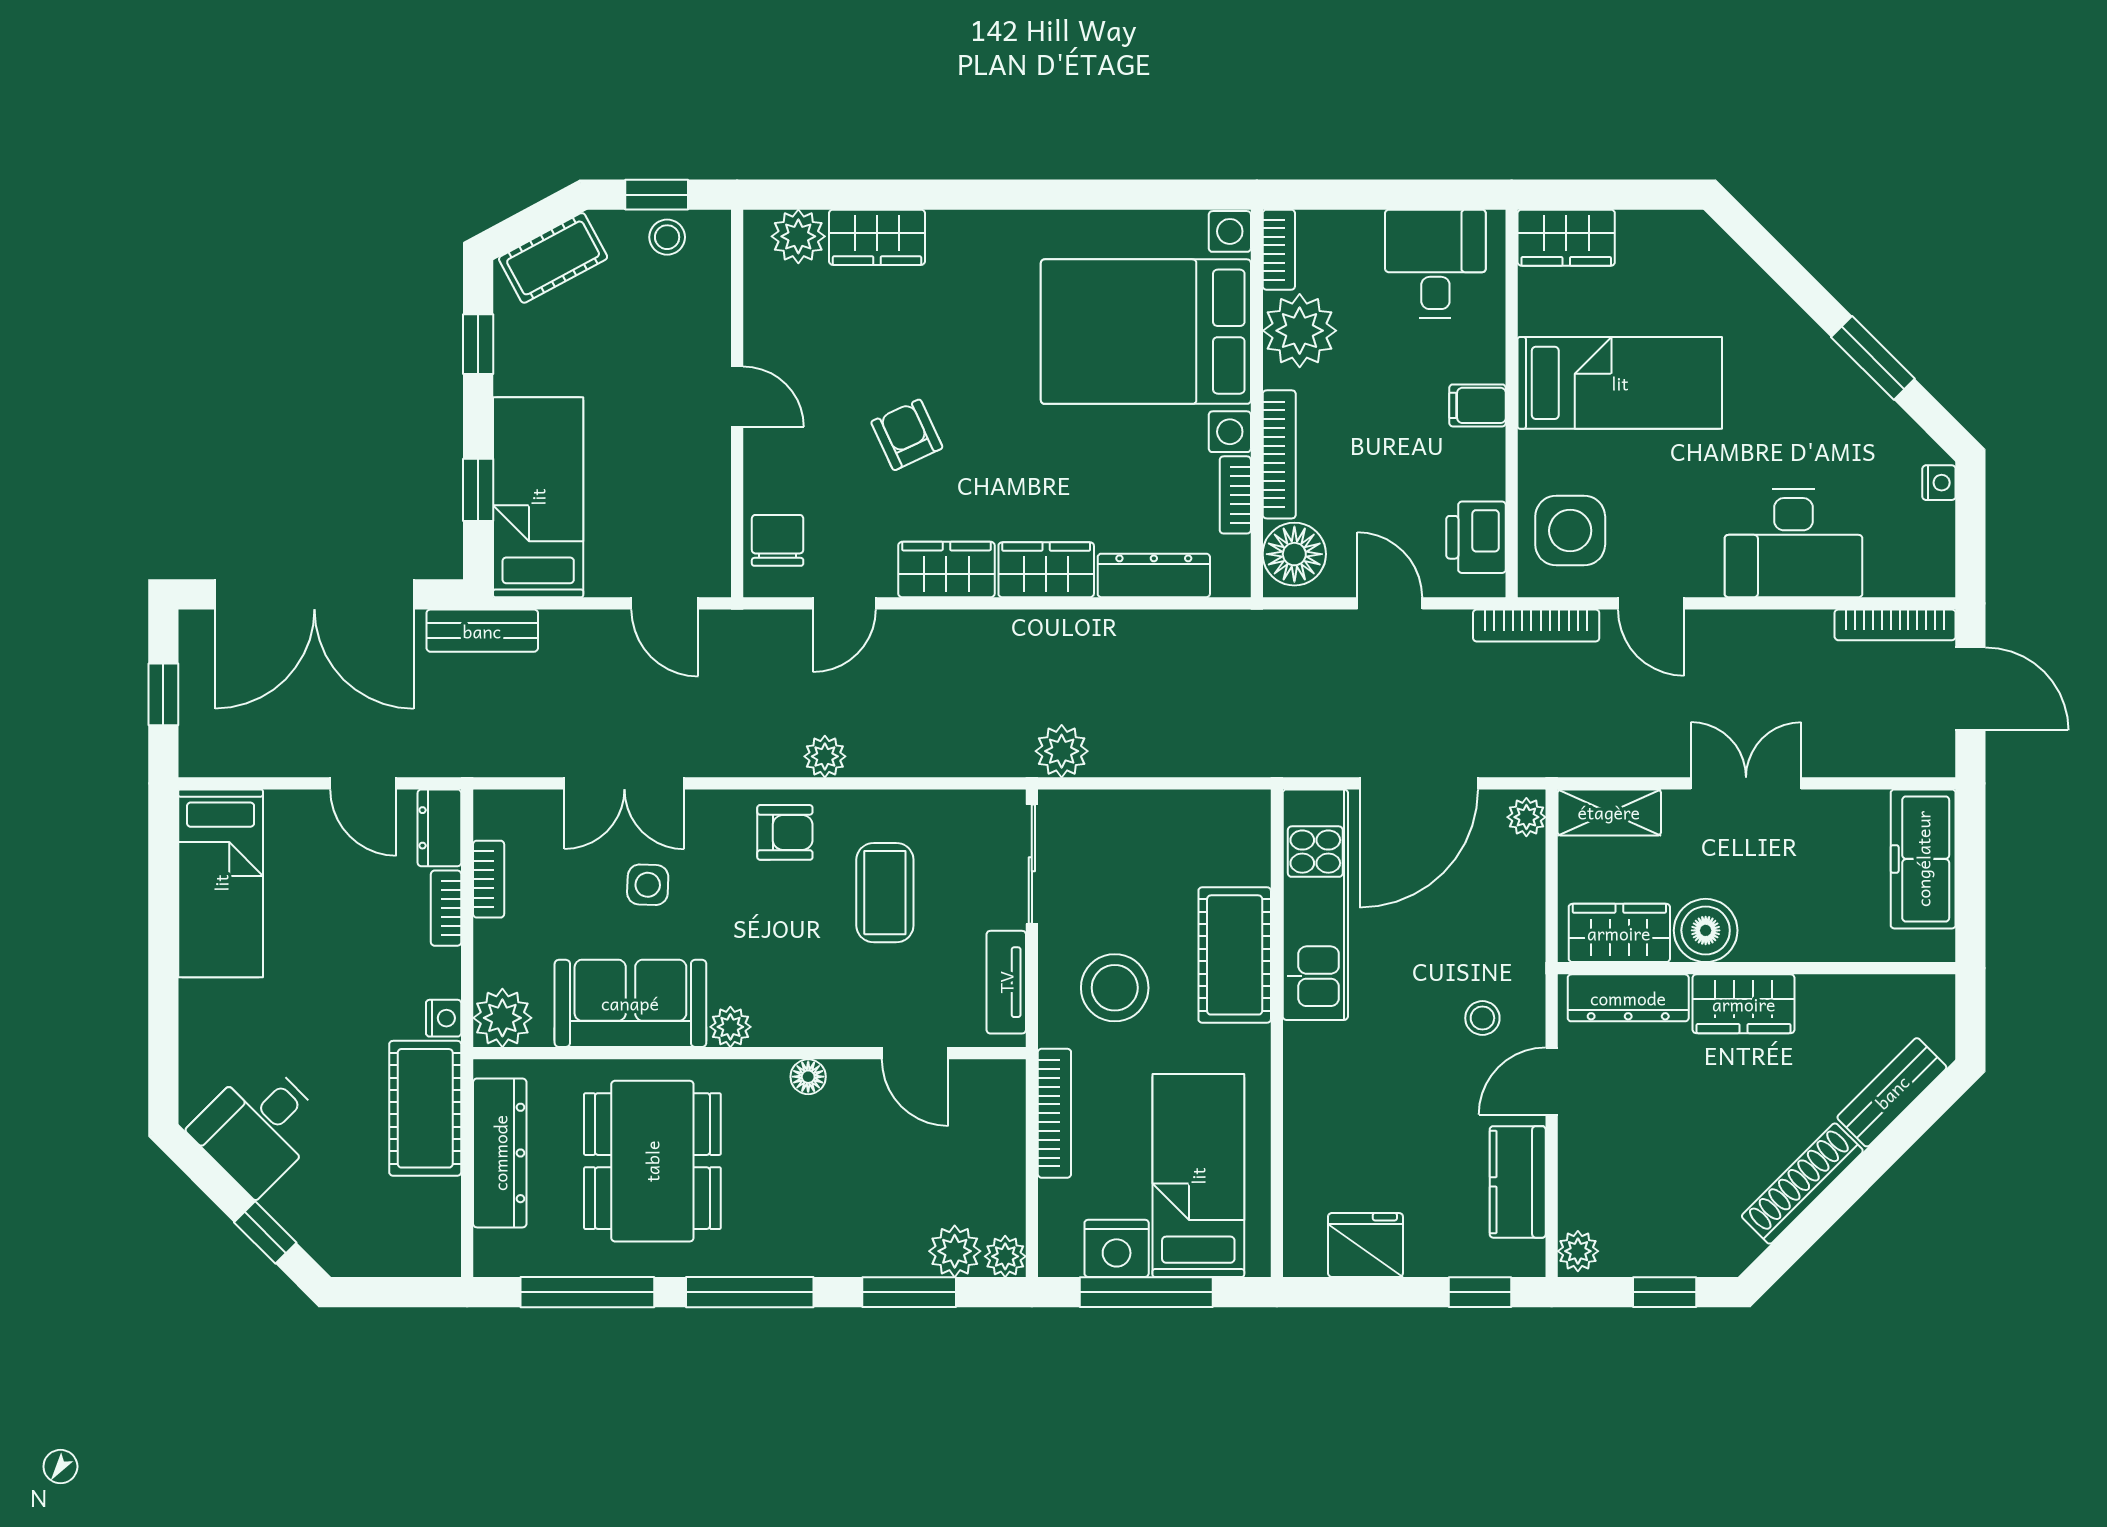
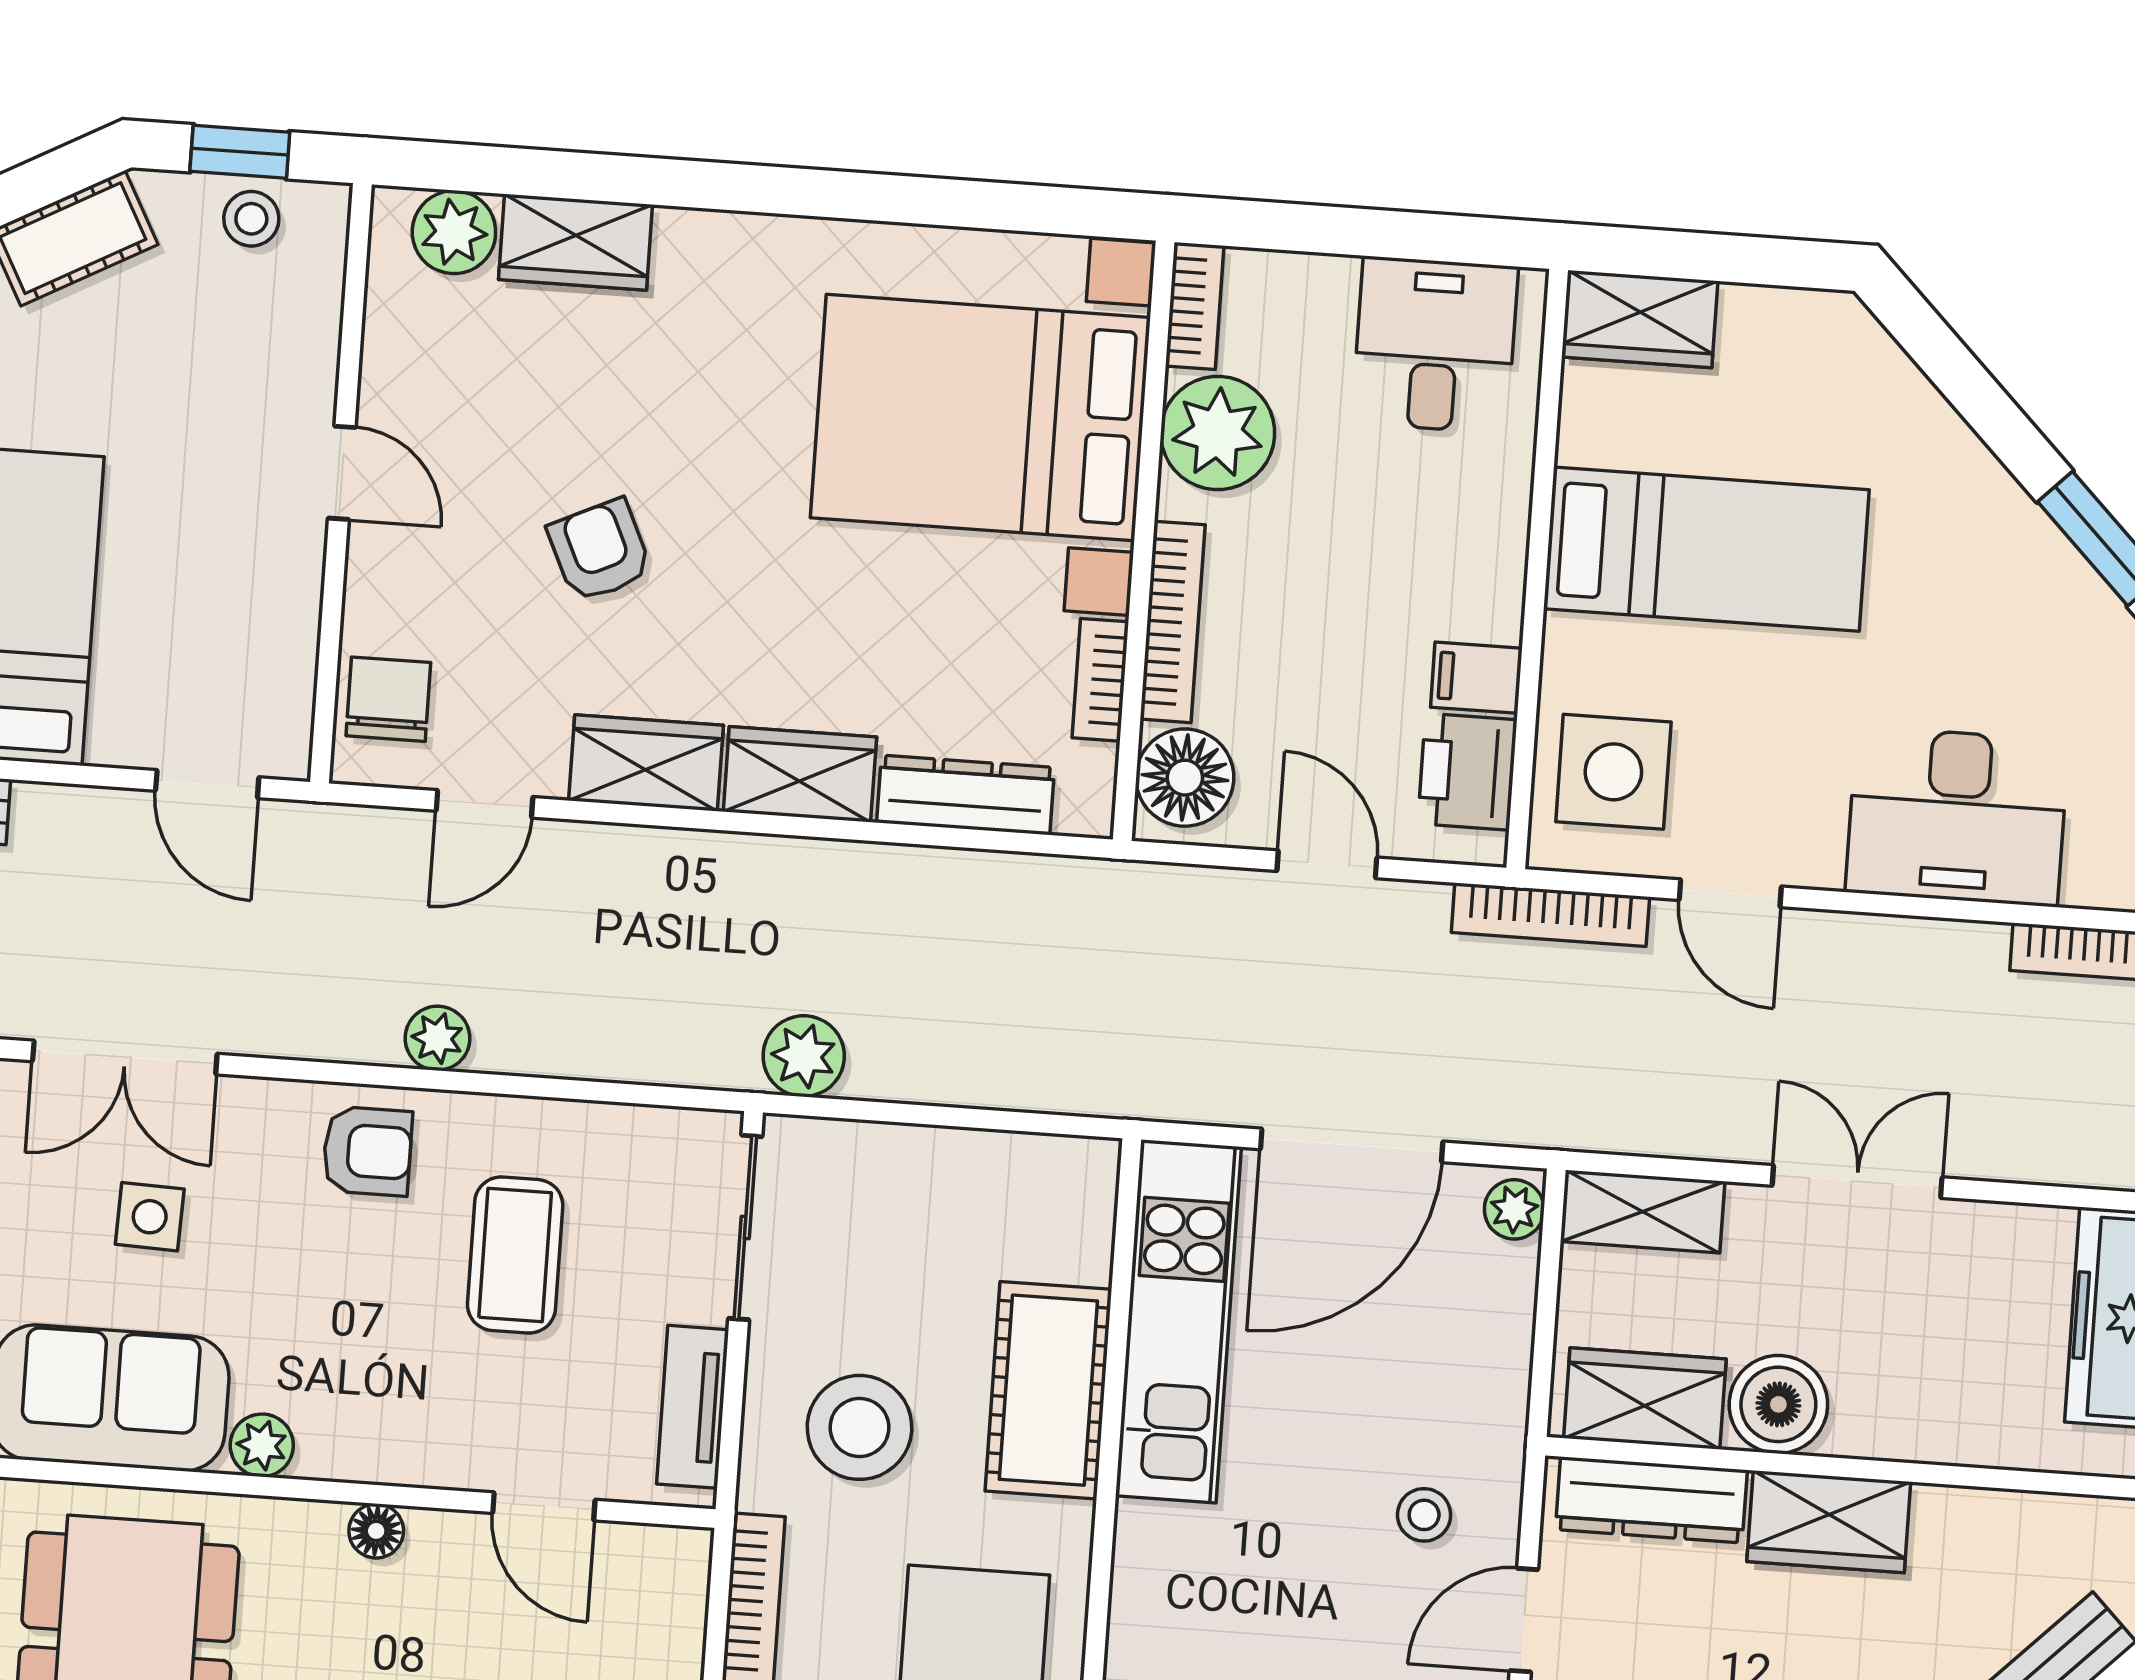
filing cabinet: (1478, 405) -> (1476, 678), moved

